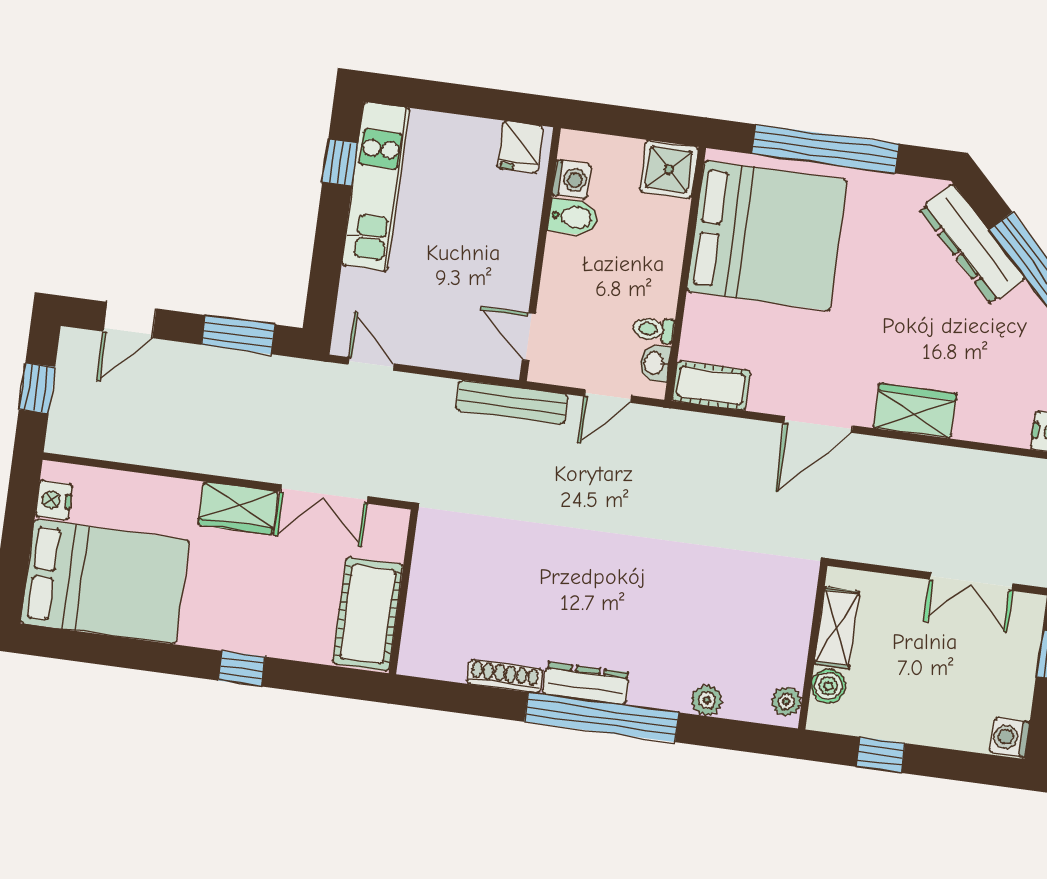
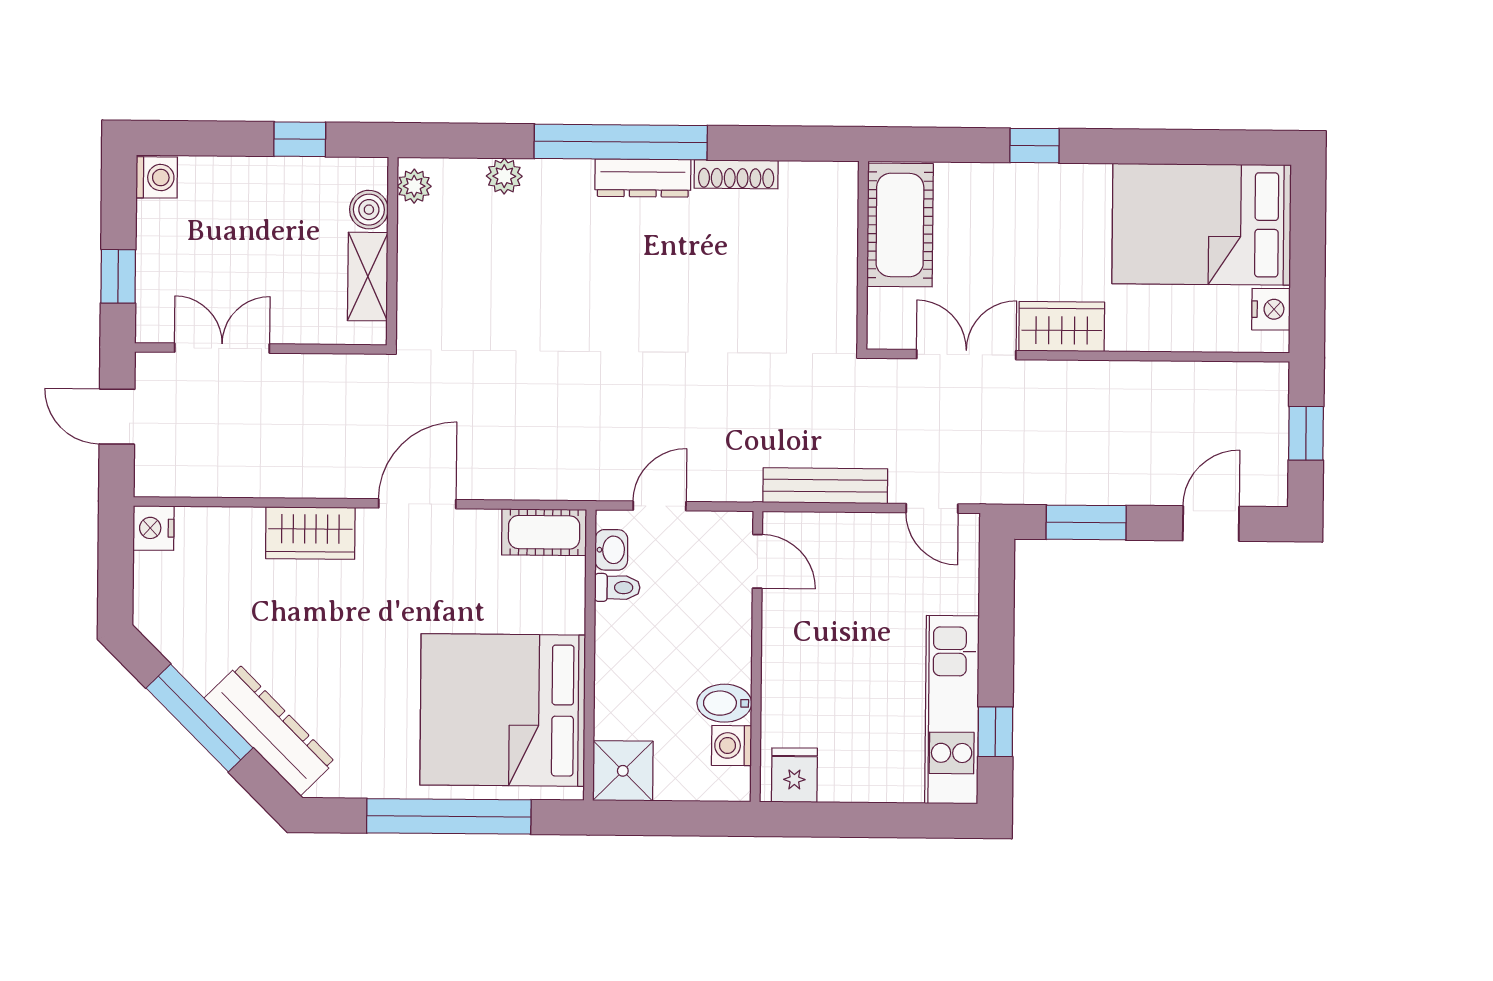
bench: (512, 402) -> (825, 486), moved

